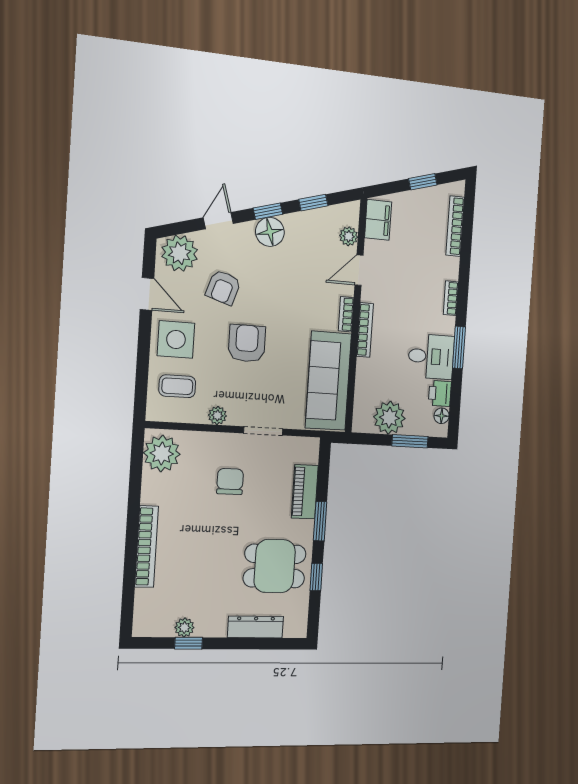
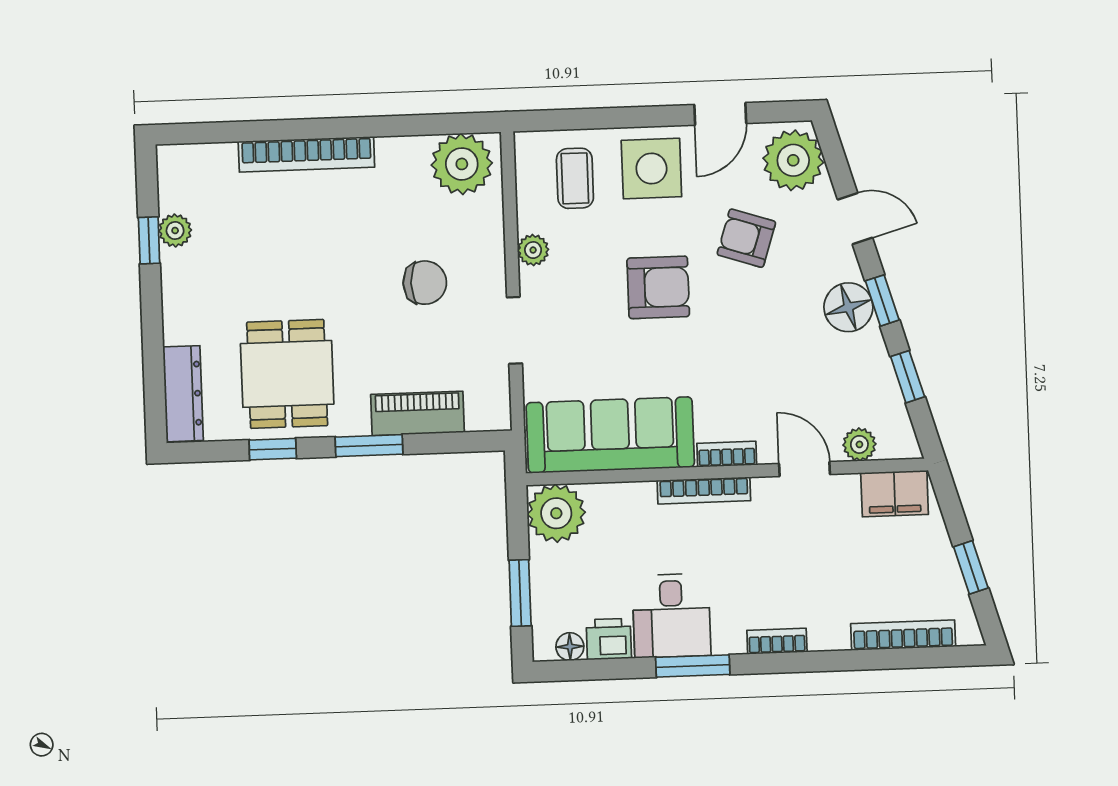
plant: (389, 418) -> (556, 513), moved
dresser: (256, 627) -> (183, 394), moved

